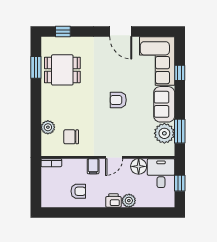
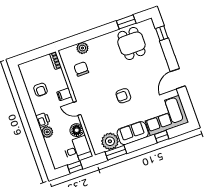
armchair: (118, 100) -> (123, 96), turned -90

